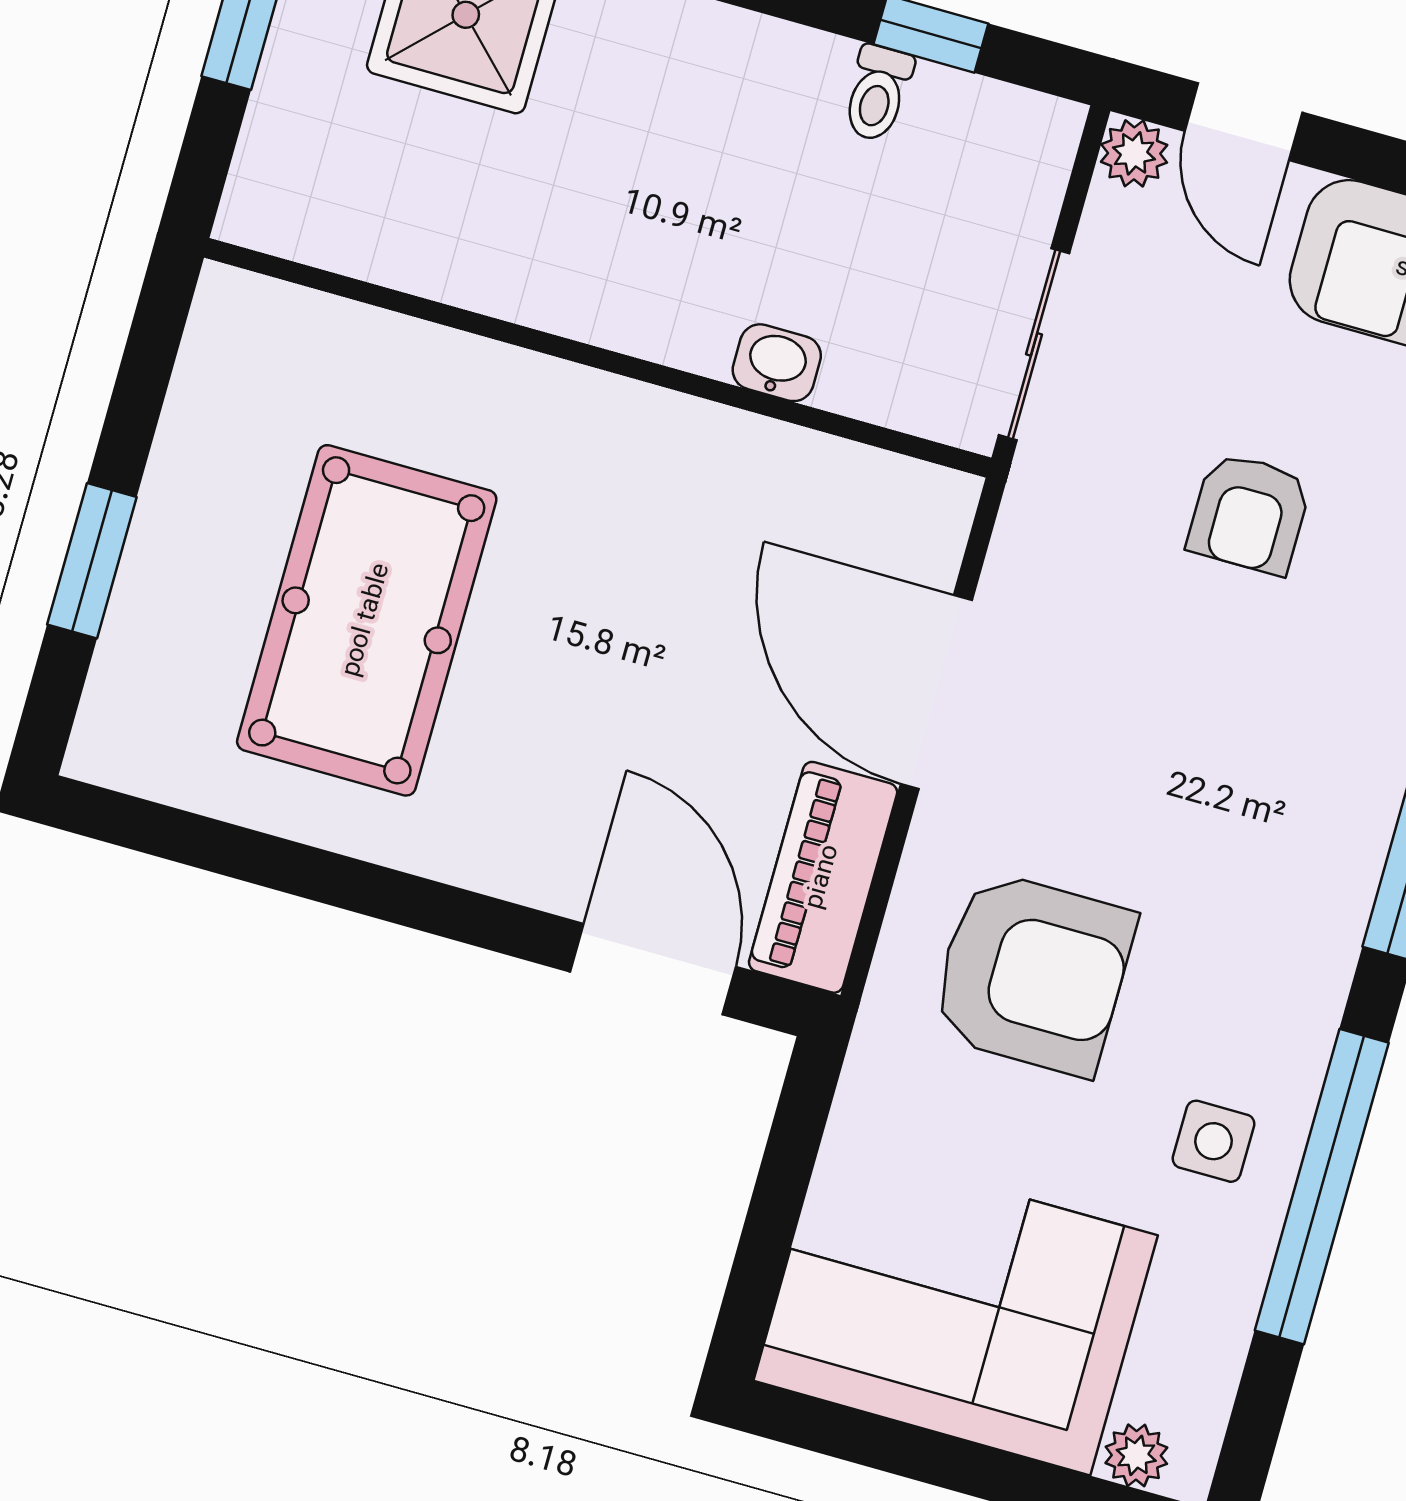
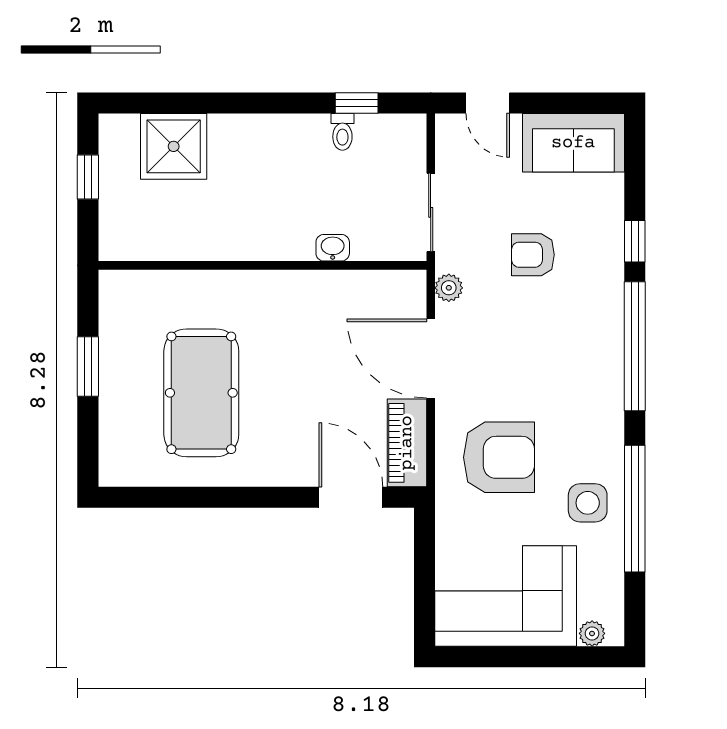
plant: (1134, 153) -> (449, 288), moved
armchair: (1249, 513) -> (533, 255), turned 90
window: (92, 561) -> (88, 366), moved
side table: (1213, 1141) -> (588, 503), width x1.37, depth x1.37

